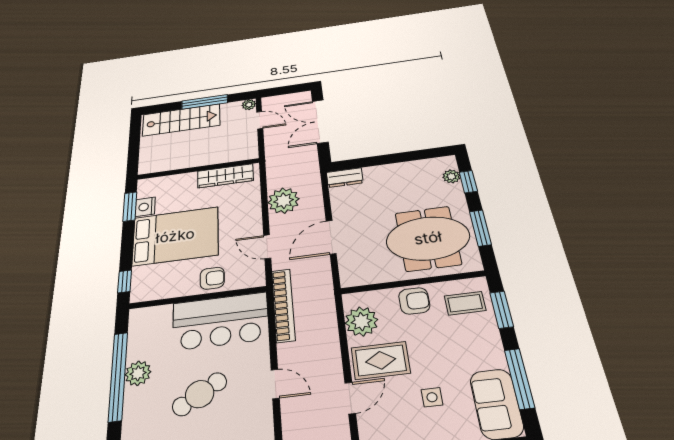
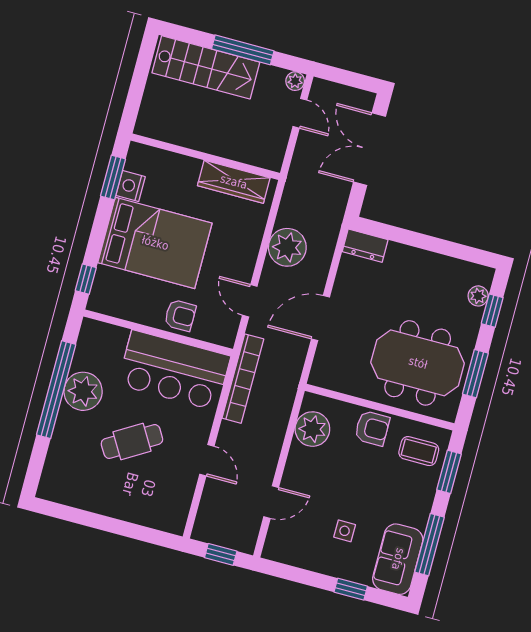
rug: (381, 360) -> (314, 477), removed
plant: (138, 373) -> (83, 391), width x1.36, depth x1.36

